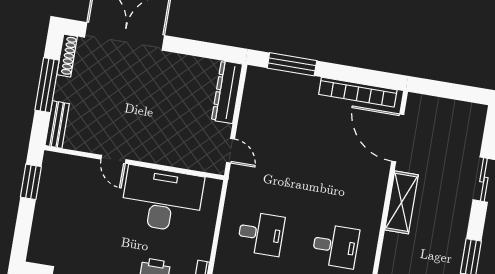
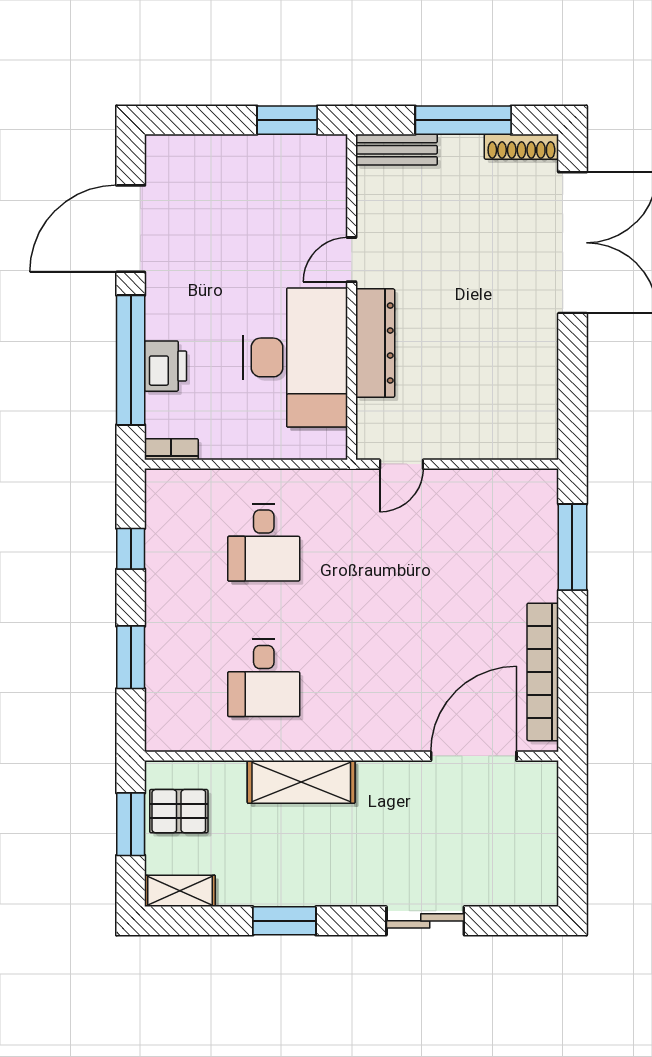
dresser: (227, 92) -> (375, 343), moved, turned 90
shelving: (401, 202) -> (301, 782), moved

